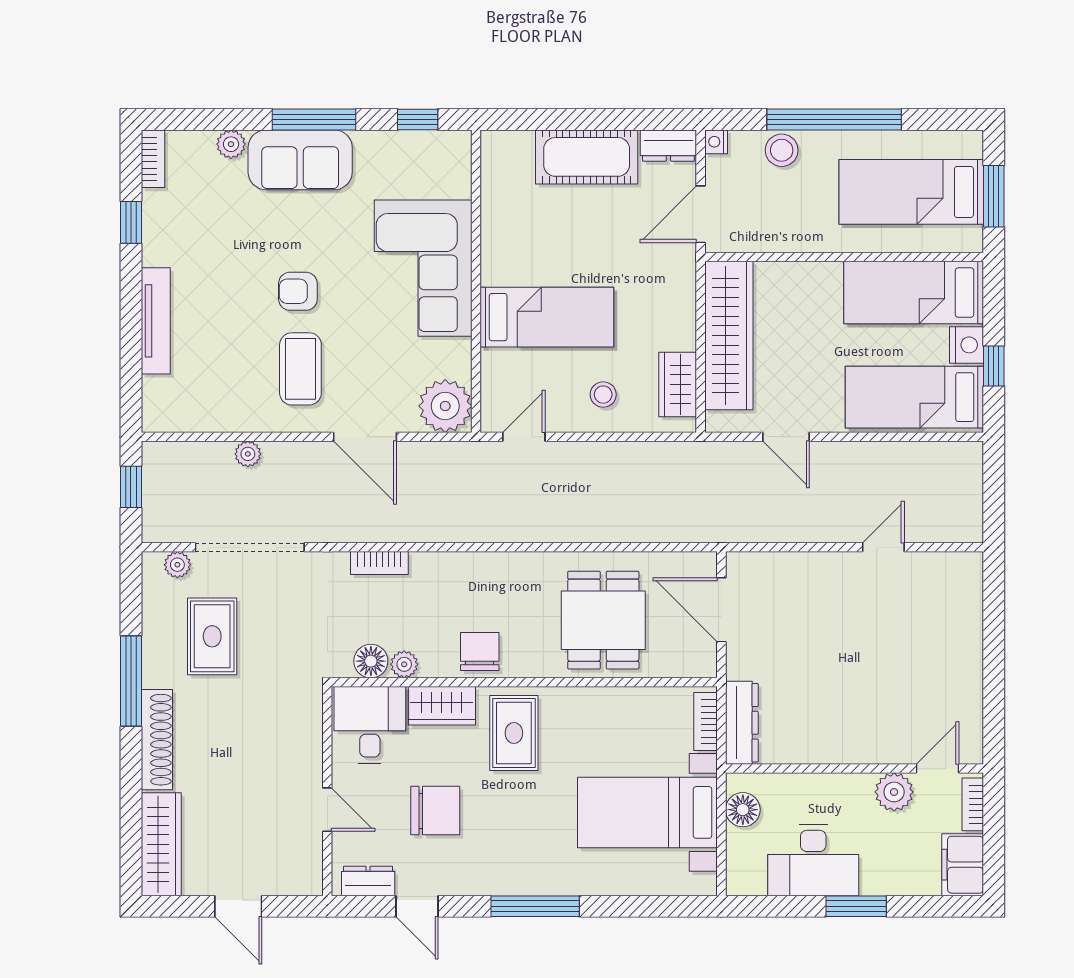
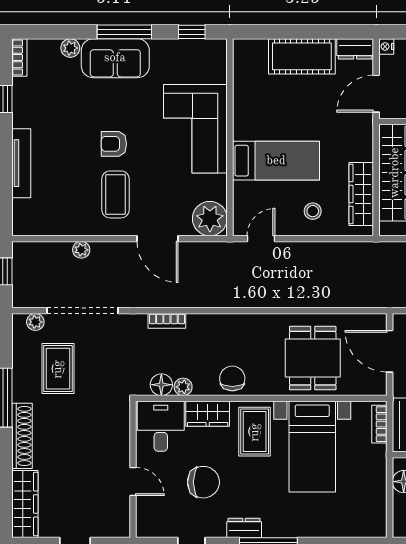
wardrobe: (678, 384) -> (361, 194), width x1.50
bed with nightstands: (647, 812) -> (312, 447), moved, turned -90
dresser: (368, 881) -> (244, 528), moved

